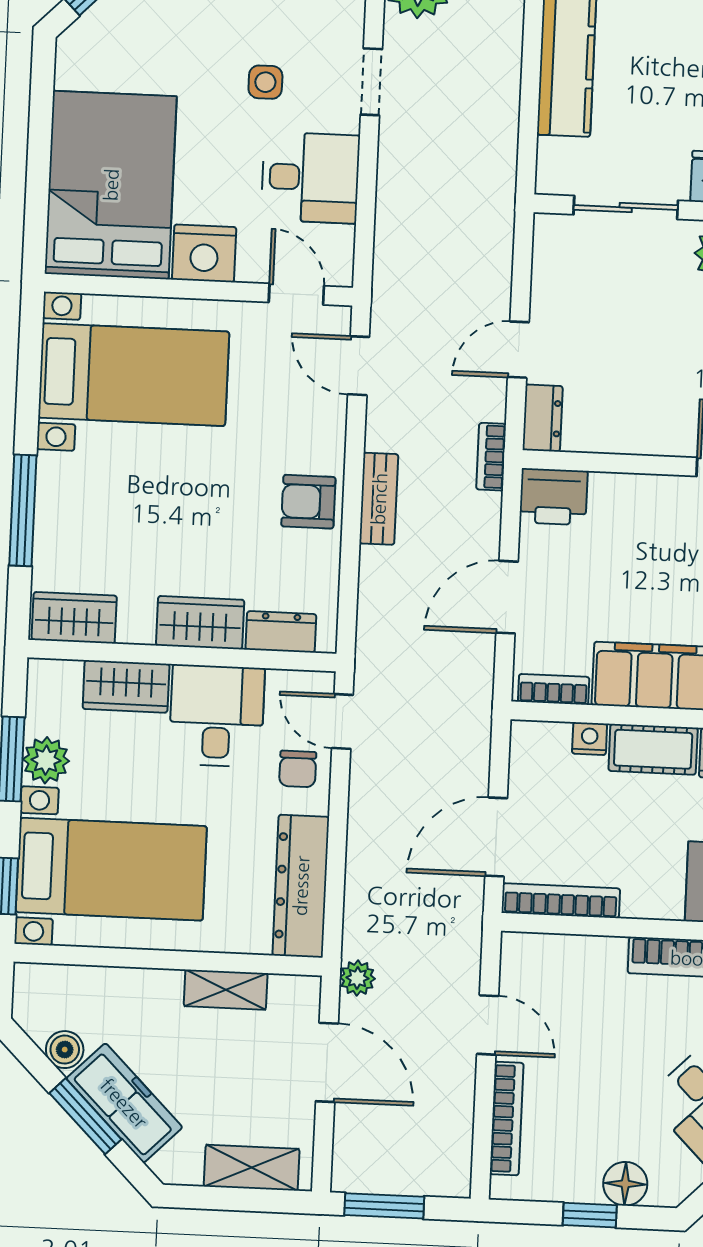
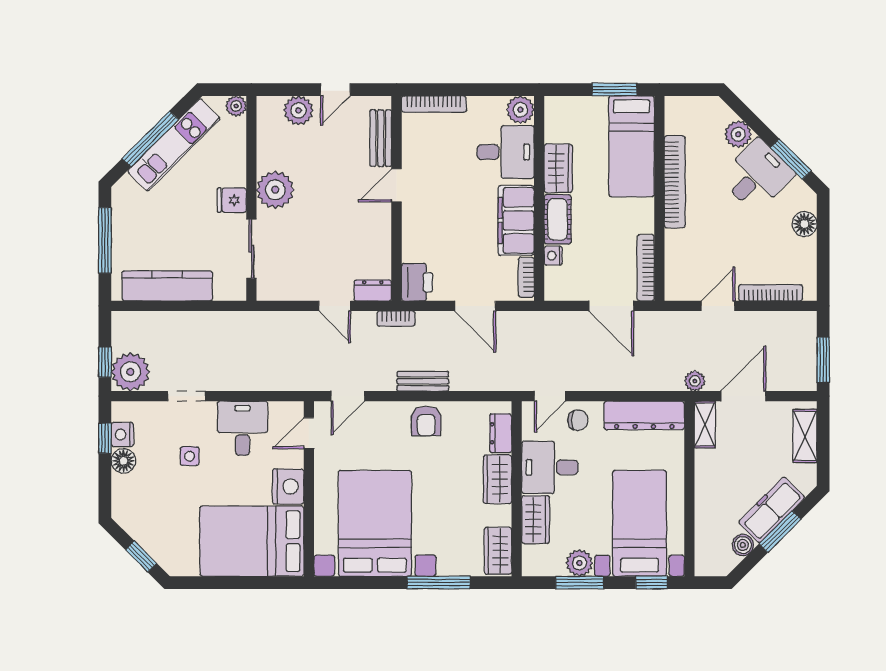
bed with nightstands: (134, 375) -> (375, 523), width x1.36
shelving: (226, 990) -> (705, 424), moved
window: (590, 1215) -> (823, 243), removed

